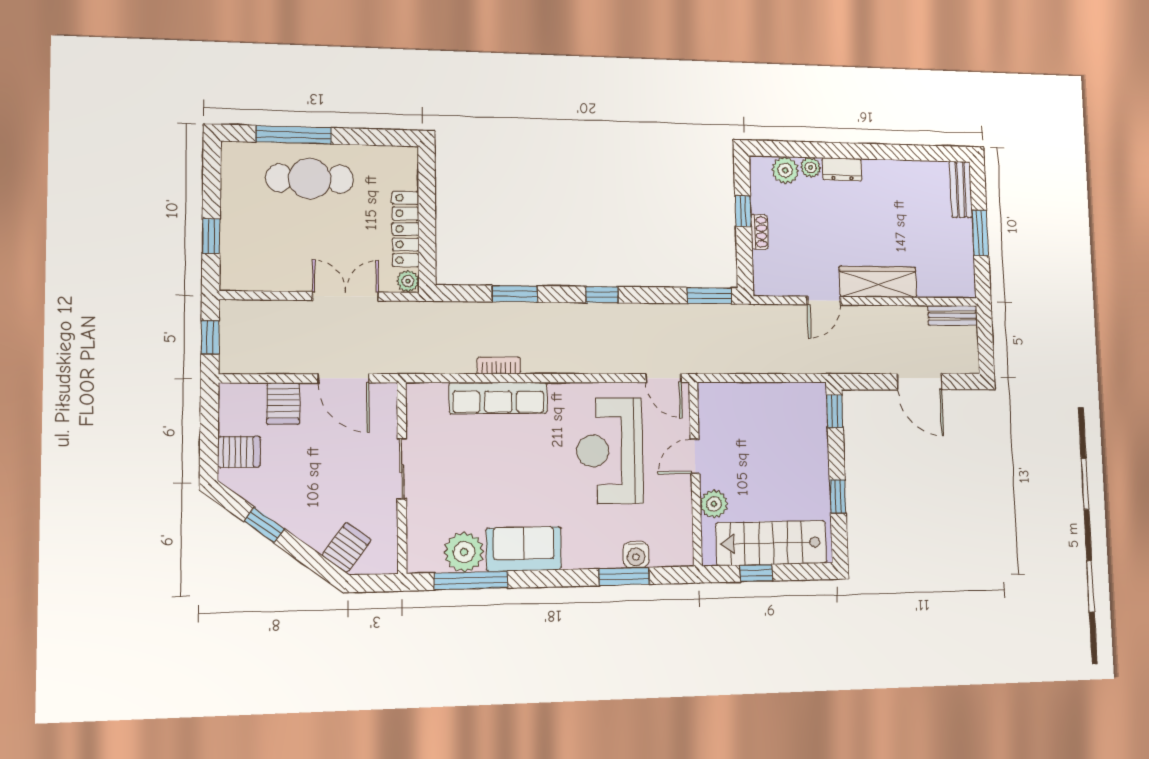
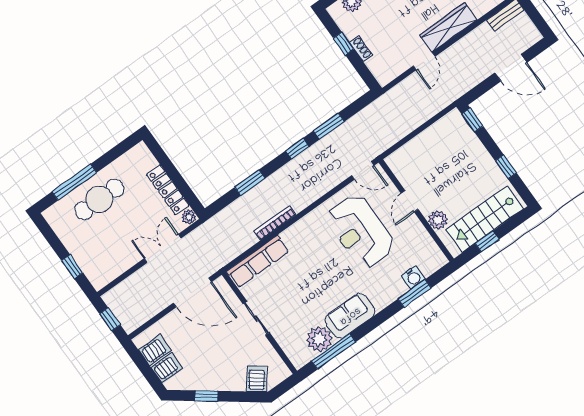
window: (709, 296) -> (329, 126), moved
bookcase: (499, 365) -> (275, 223), width x1.56
door: (343, 378) -> (192, 292), width x1.36
row of seats: (498, 398) -> (258, 261), moved
server rack: (283, 403) -> (155, 350), moved, turned -90

